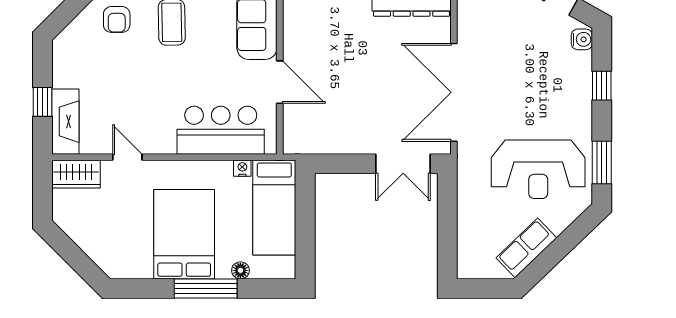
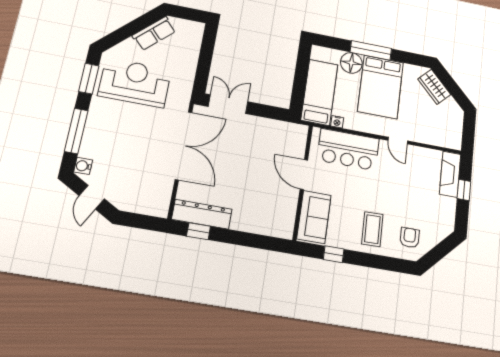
window: (602, 86) -> (76, 131), width x2.17
door: (127, 157) -> (398, 141), moved
wardrobe: (76, 174) -> (434, 87), moved, turned -135
floor lamp: (240, 270) -> (351, 63), width x1.89, depth x1.89

